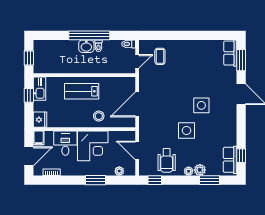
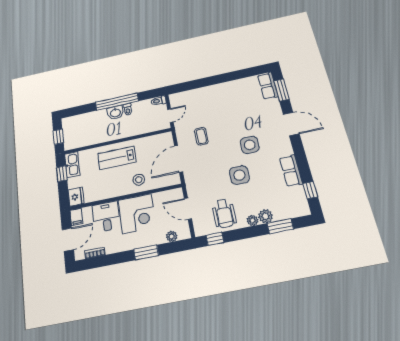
coffee table: (160, 56) -> (201, 136), moved
row of seats: (230, 160) -> (291, 171), moved

